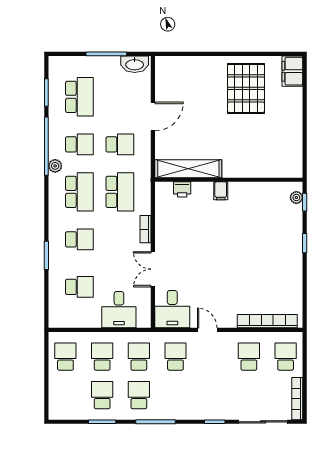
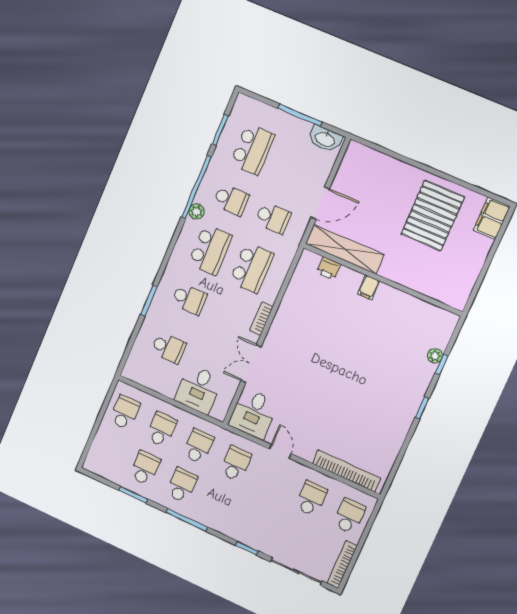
shelving: (188, 169) -> (345, 249), moved
wall: (229, 180) -> (382, 280), moved
printer: (182, 189) -> (329, 268), moved
filing cabinet: (221, 191) -> (369, 288), moved

